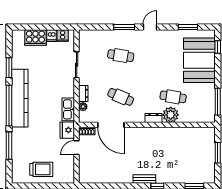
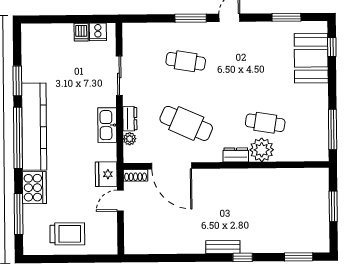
cooker: (35, 38) -> (34, 188), moved, turned -90
booth: (199, 60) -> (311, 58), width x0.73, depth x0.70
cafe table: (121, 97) -> (186, 123), width x1.37, depth x1.35
kitchen sink: (68, 109) -> (107, 125), moved
window: (9, 146) -> (19, 214), moved

